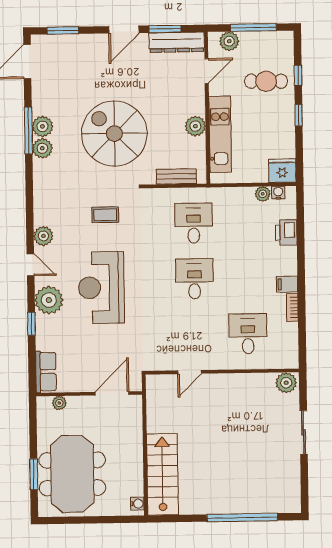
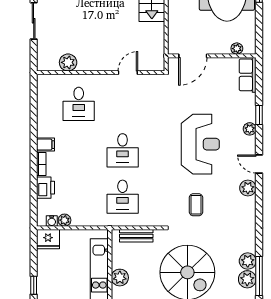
coffee table: (105, 215) -> (196, 205), turned 90
plant: (49, 300) -> (250, 129), width x0.53, depth x0.53
bookcase: (292, 308) -> (41, 164), moved
plant: (286, 383) -> (68, 62), moved

